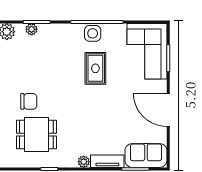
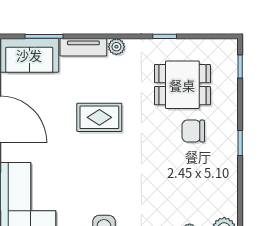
rug: (95, 68) -> (99, 117), moved, turned 90

